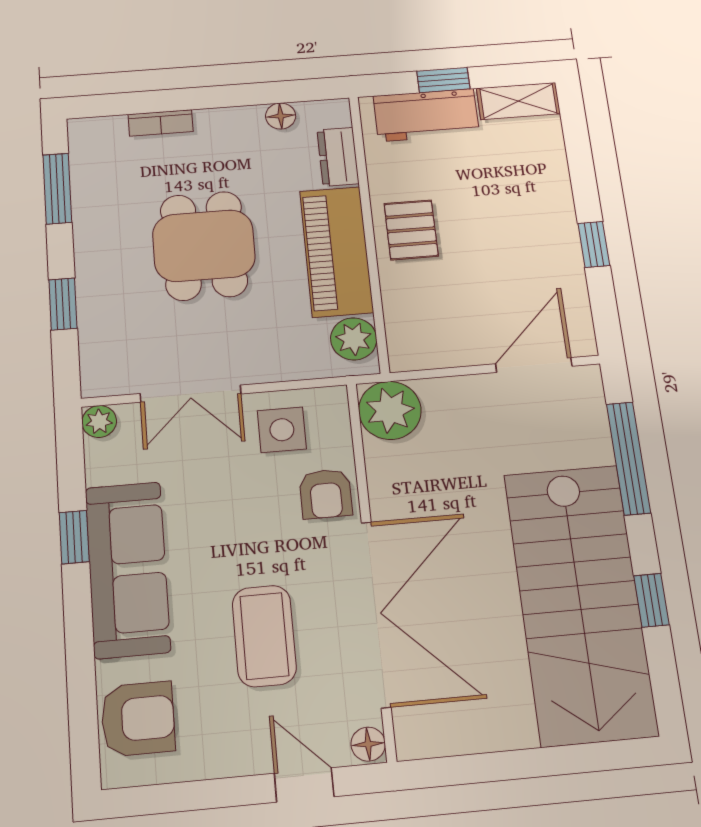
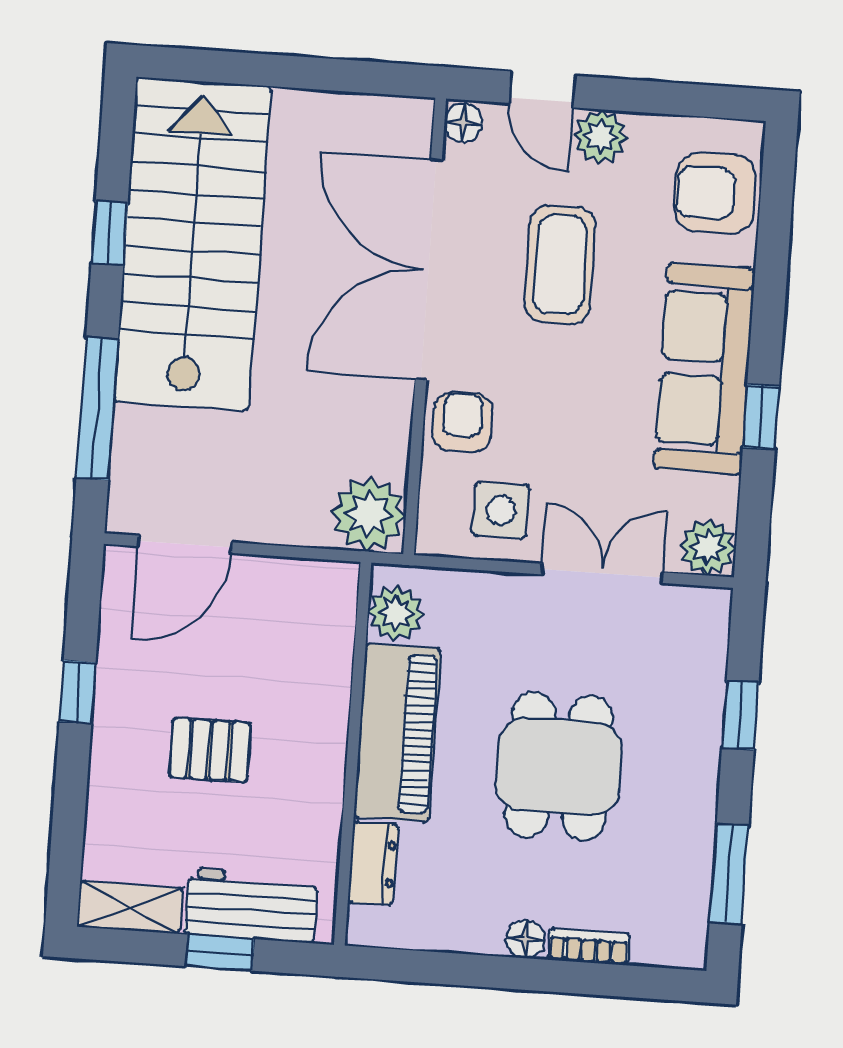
floor lamp: (281, 116) -> (525, 939), moved
pallet: (411, 230) -> (210, 750), moved, turned 90
plant: (99, 421) -> (708, 547), width x1.38, depth x1.38
plant: (246, 752) -> (601, 137), added

